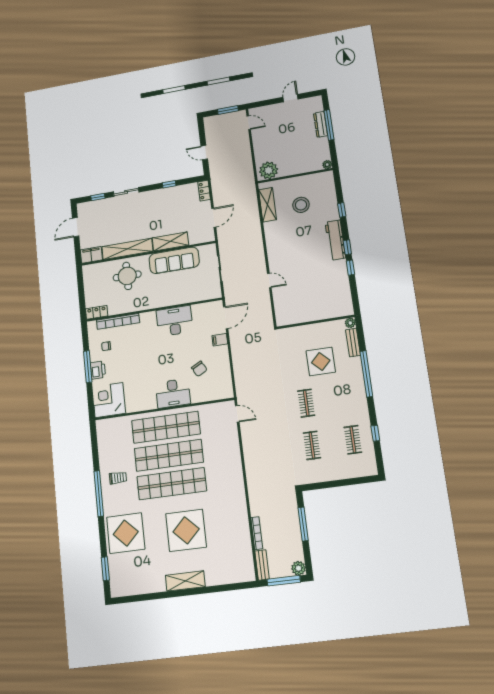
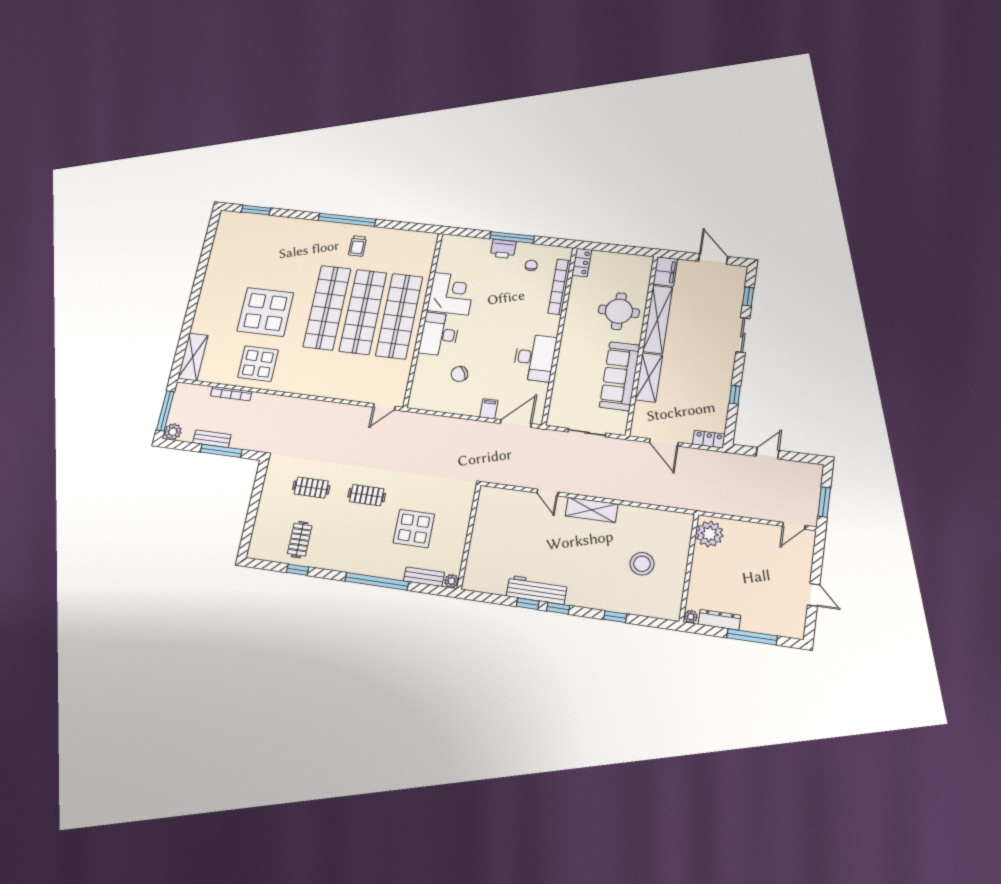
dresser: (321, 124) -> (719, 620), moved
shelving: (268, 205) -> (592, 510), moved
workbench: (335, 240) -> (537, 590), moved
door: (269, 280) -> (547, 493), hinge flipped
door: (226, 318) -> (516, 423), swing flipped
corner desk: (109, 400) -> (451, 294), moved
clothes rail: (353, 440) -> (300, 540), turned 90
display table: (126, 533) -> (258, 364), moved, width x0.73, depth x0.73
bench: (262, 565) -> (212, 439), moved
shelving: (185, 581) -> (193, 357), moved

